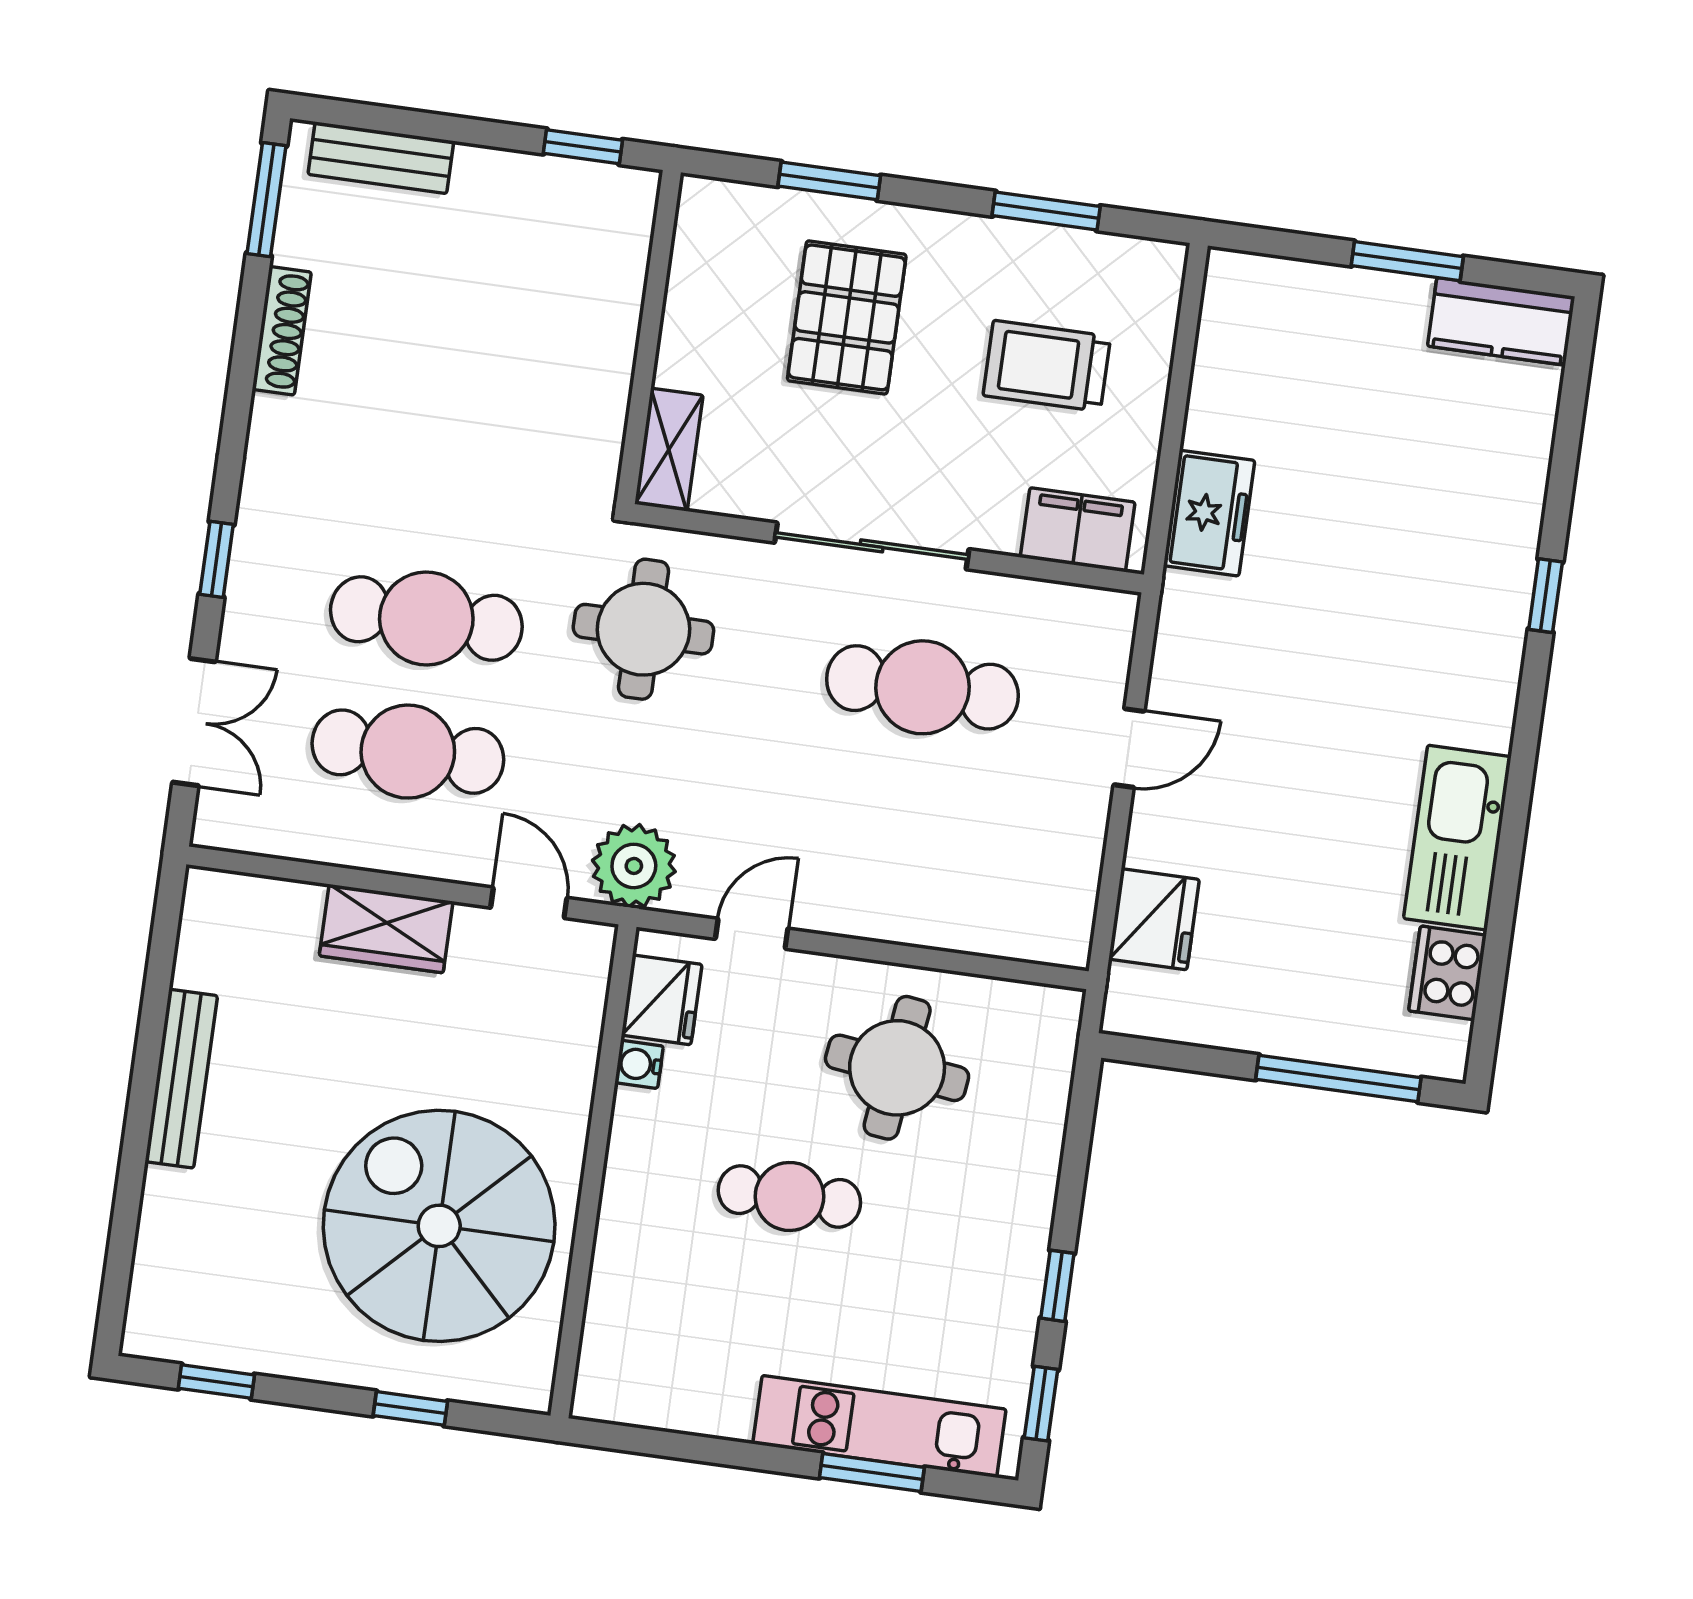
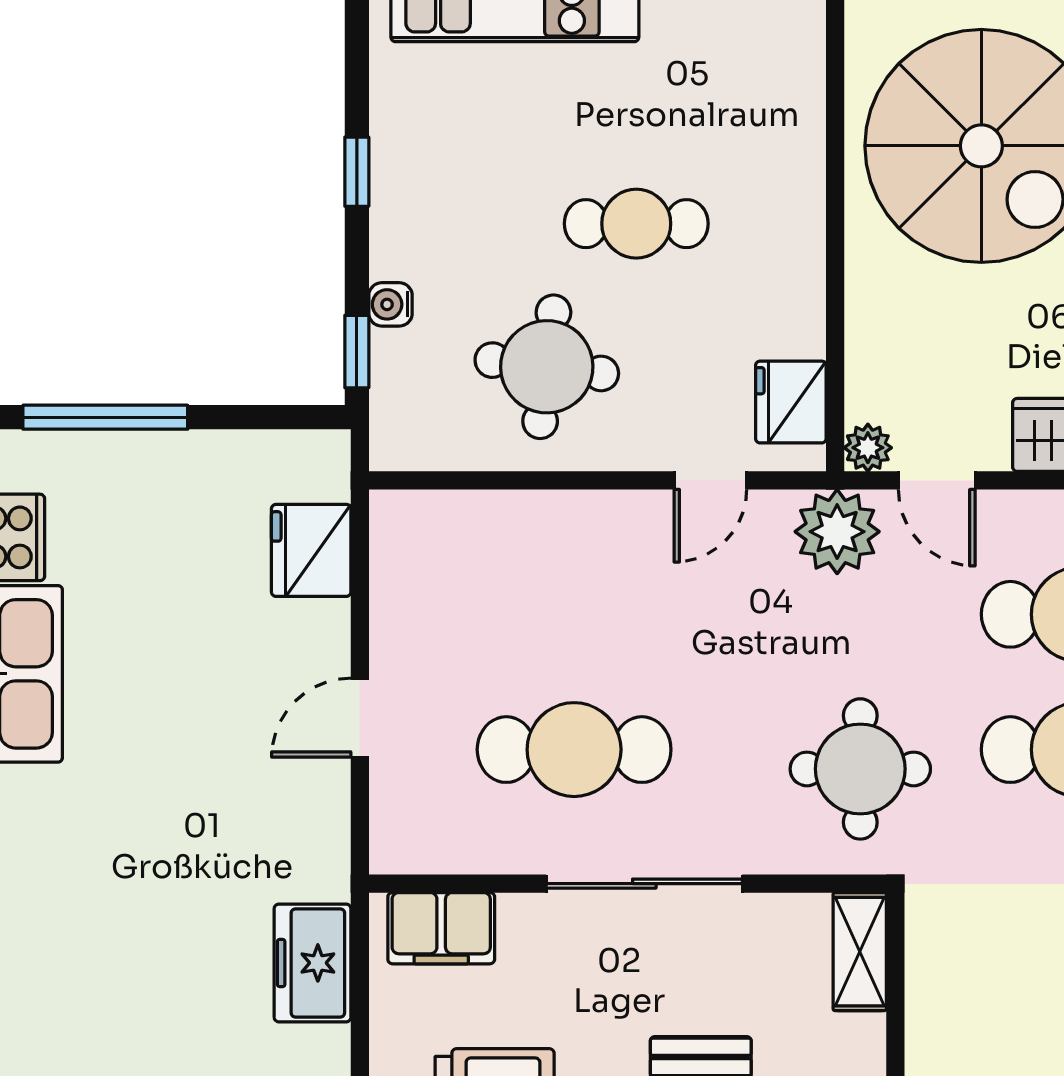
plant: (592, 944) -> (868, 448), added
water cooler: (639, 1064) -> (391, 304), moved, turned 180
window: (1041, 1404) -> (357, 352), moved

